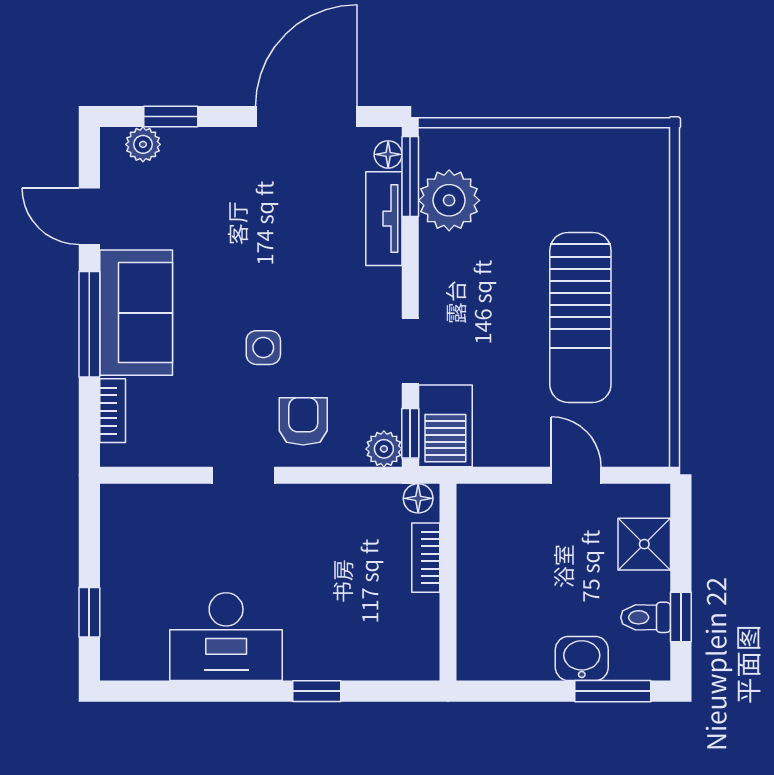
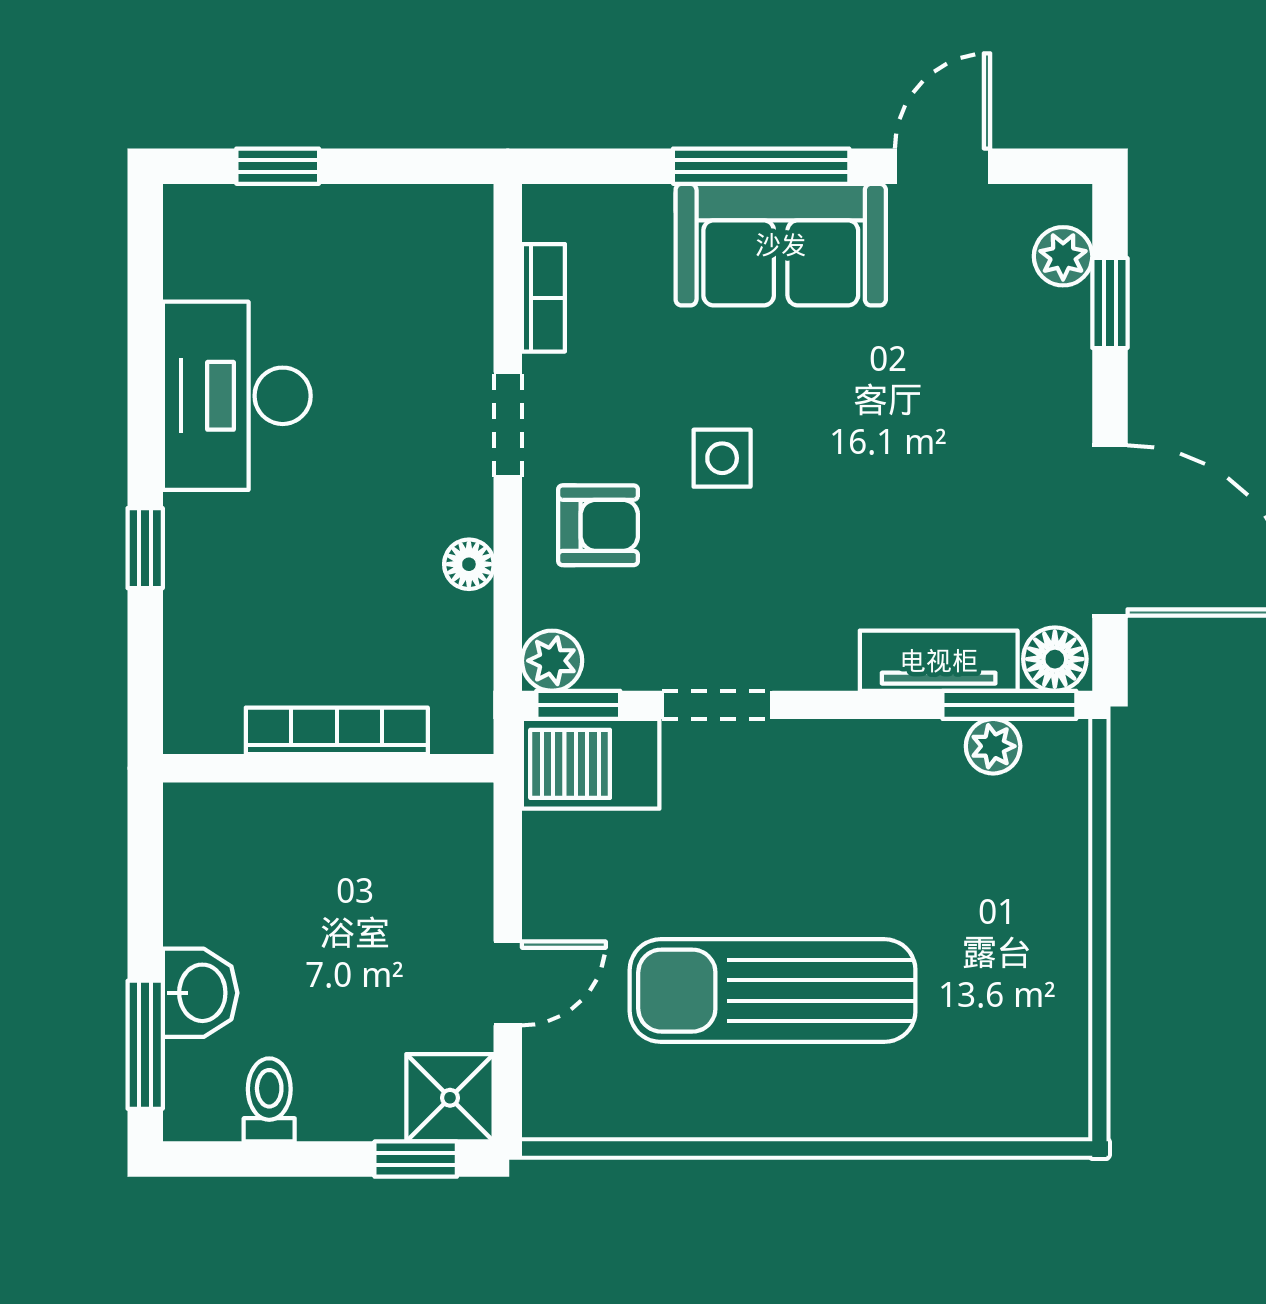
floor lamp: (388, 154) -> (1055, 659), width x1.37, depth x1.37
plant: (449, 200) -> (993, 746), width x0.53, depth x0.53
bookcase: (113, 411) -> (543, 298), moved, turned -90
floor lamp: (418, 498) -> (469, 564), moved
shower: (644, 544) -> (450, 1098), moved
bookcase: (426, 558) -> (337, 731), width x1.56
window: (681, 617) -> (416, 1159), moved

